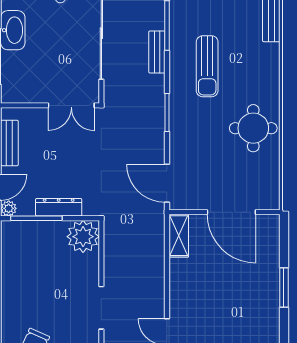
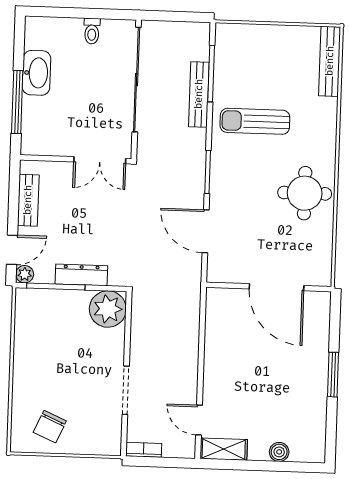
bench: (157, 52) -> (199, 94), width x1.36
sun lounger: (207, 66) -> (255, 121), turned 90
door: (167, 183) -> (206, 231), moved
shelving: (179, 236) -> (216, 312), removed

